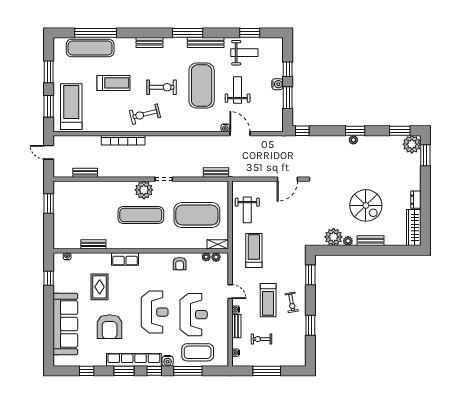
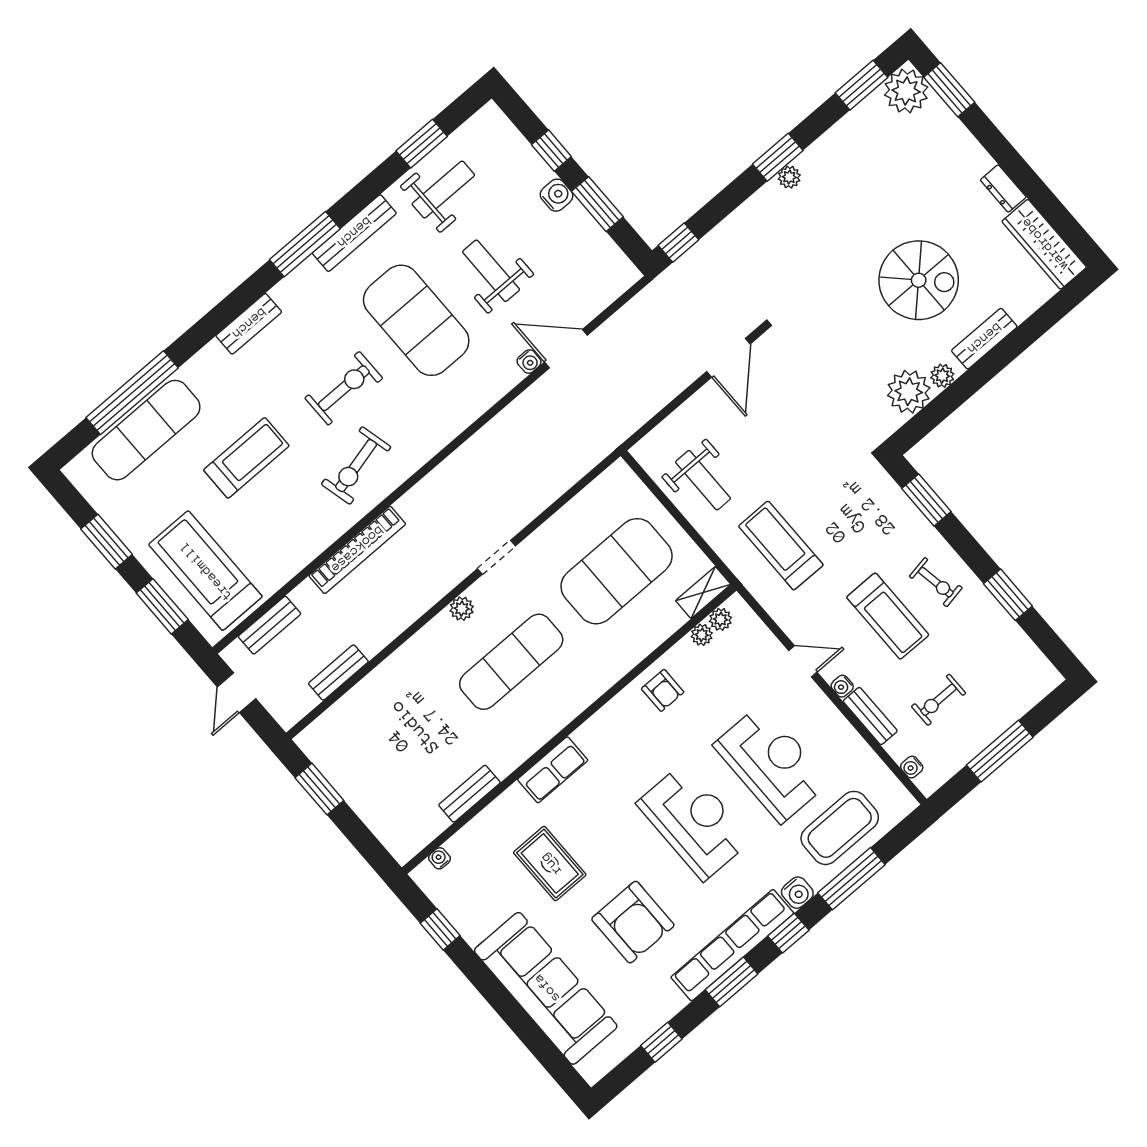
door: (49, 152) -> (236, 693), hinge flipped
bench: (216, 173) -> (269, 625), moved
plant: (144, 190) -> (462, 609), width x0.53, depth x0.53

